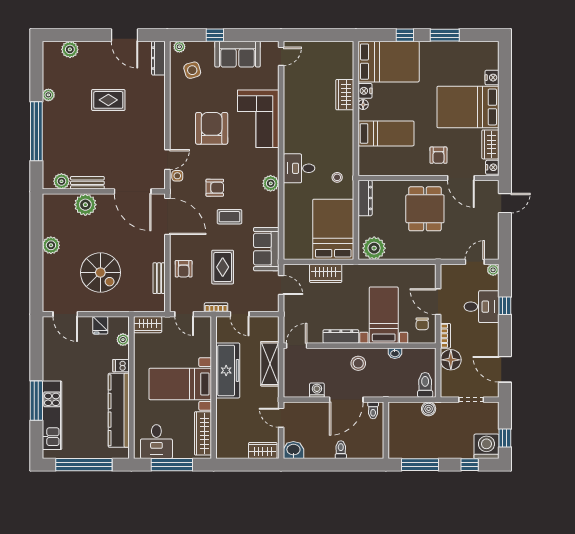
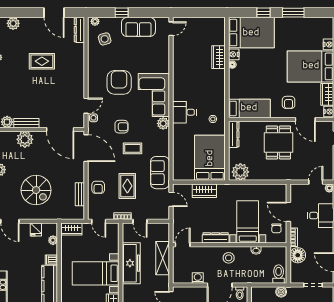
corner sofa: (258, 119) -> (154, 95), moved
bed: (386, 133) -> (249, 108), moved

